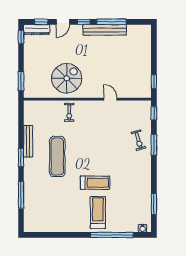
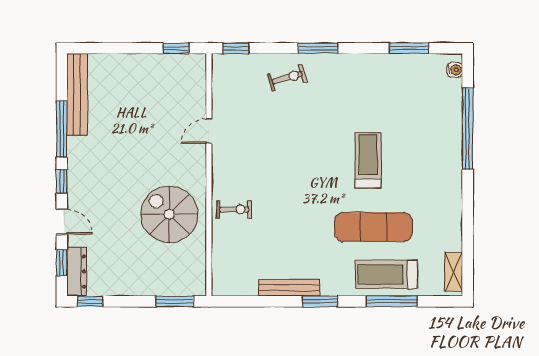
bench: (105, 30) -> (77, 95), moved
window: (154, 145) -> (318, 48), moved
exercise mat: (57, 157) -> (373, 227), moved
treadmill: (98, 213) -> (387, 274), moved
shelving: (37, 228) -> (454, 272), added

